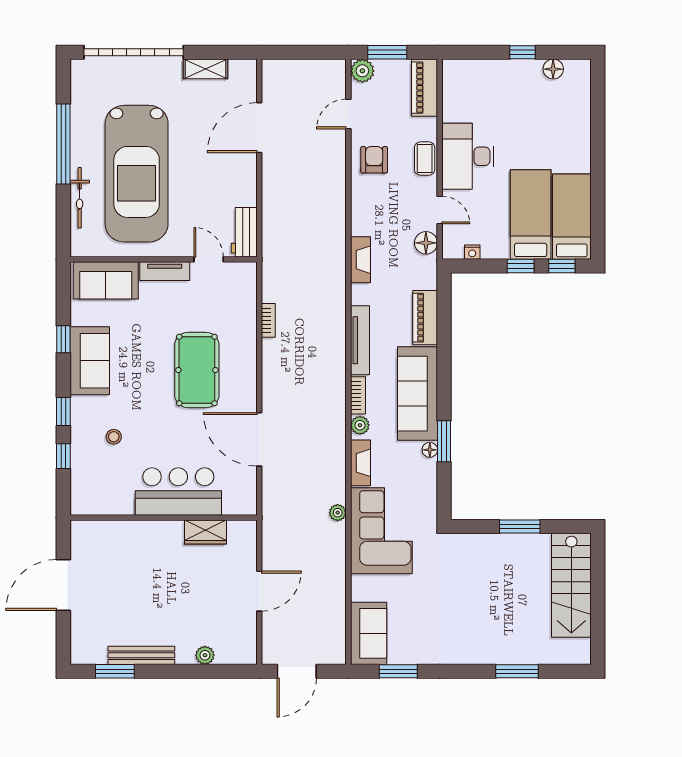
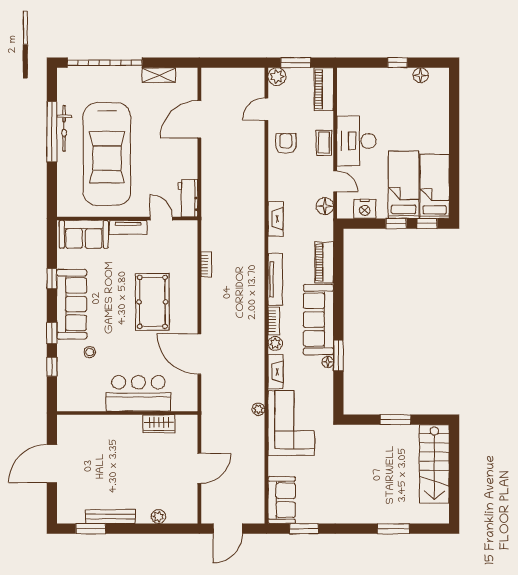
bicycle: (80, 198) -> (64, 128), moved
nightstand: (472, 252) -> (365, 209), width x1.89, depth x1.79
sofa: (90, 361) -> (72, 304), width x1.36

